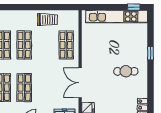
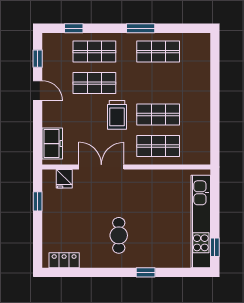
trolley: (47, 20) -> (117, 115), moved
shop shelf: (24, 45) -> (158, 115), moved

